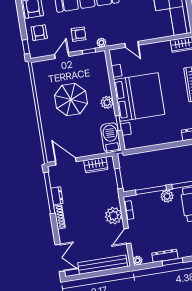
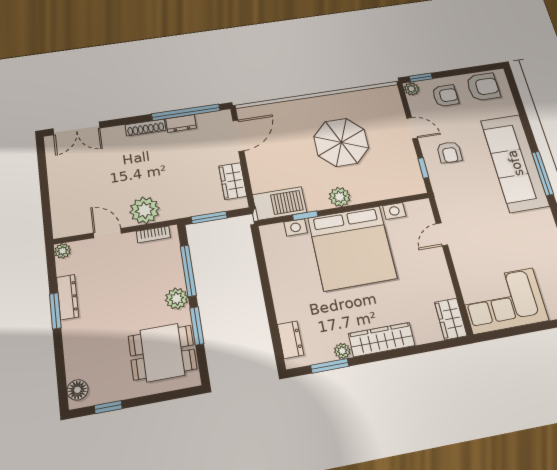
plant: (101, 43) -> (412, 89), moved
bench: (103, 265) -> (60, 194), removed

